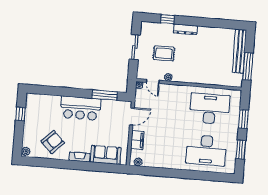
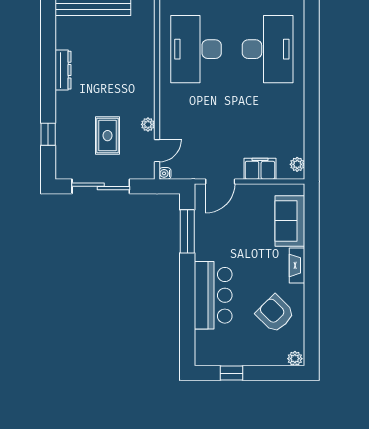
dresser: (185, 29) -> (63, 70), moved
sliding door: (135, 47) -> (101, 186), width x1.37
bar counter: (81, 108) -> (213, 295), moved
door: (132, 116) -> (220, 181), swing flipped

